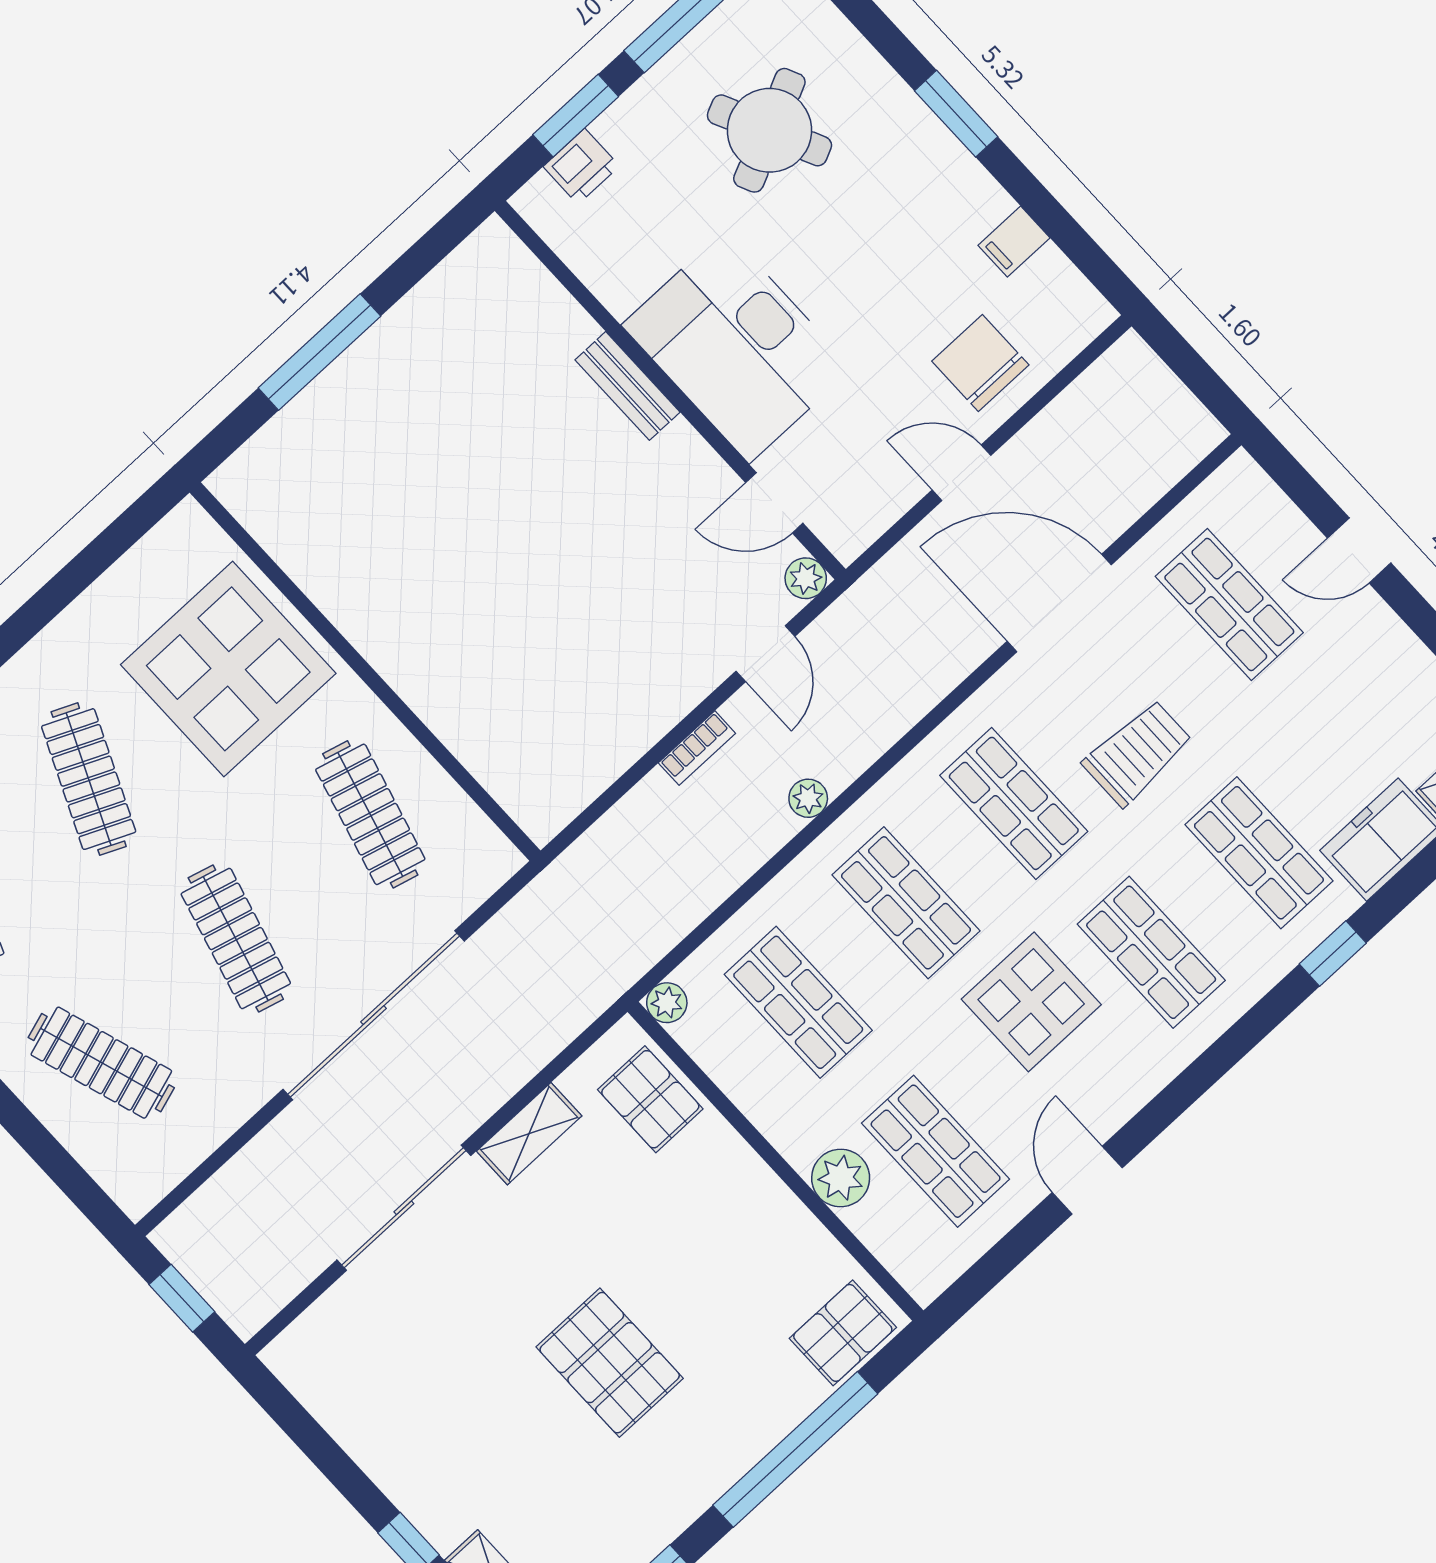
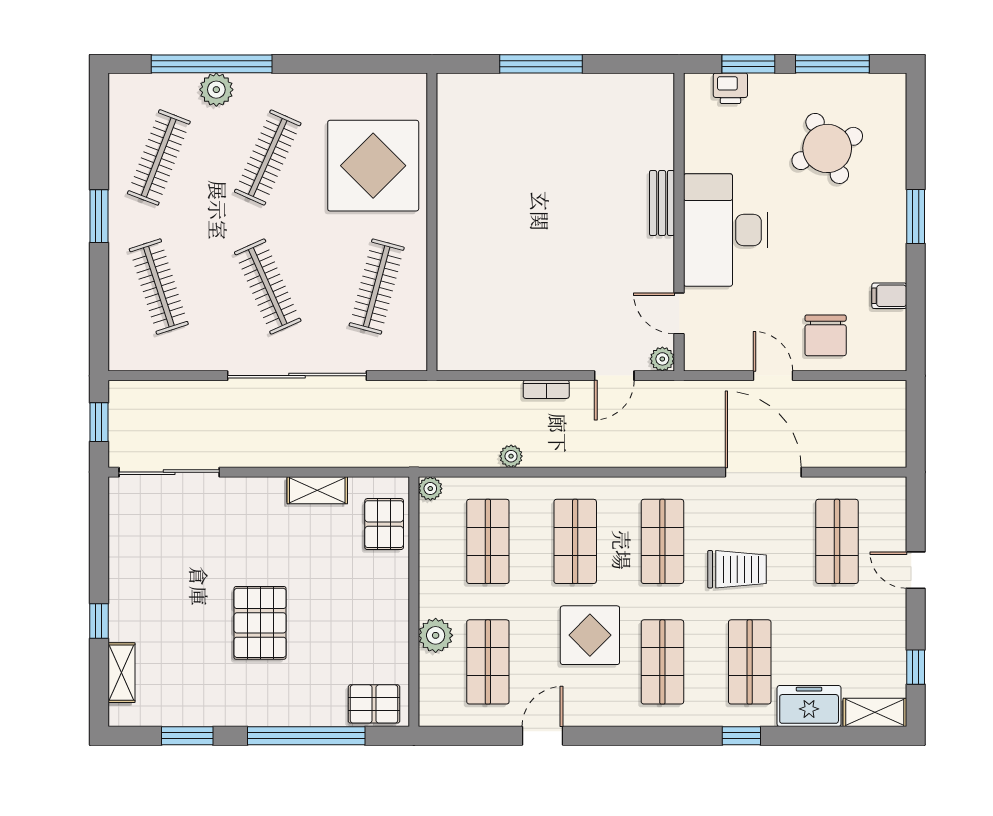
chair: (980, 363) -> (826, 335), turned 180
plant: (808, 798) -> (511, 456), moved
clothes rail: (236, 939) -> (268, 287), turned -39
sliding door: (404, 1208) -> (169, 472), moved

